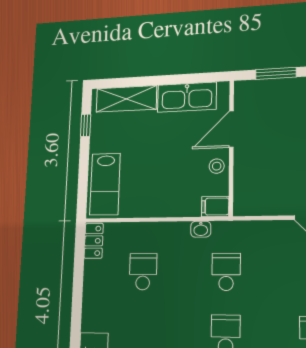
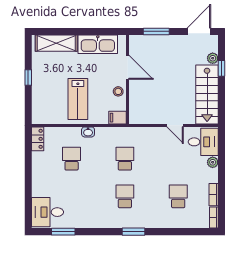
window: (86, 125) -> (28, 77), moved
door: (231, 129) -> (128, 67), swing flipped
lab bench: (105, 184) -> (78, 99), moved
washbasin: (201, 229) -> (88, 132), moved

